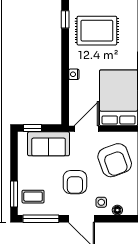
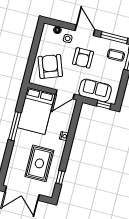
rug: (97, 31) -> (39, 163), turned 90
armchair: (75, 182) -> (83, 58), turned 180

